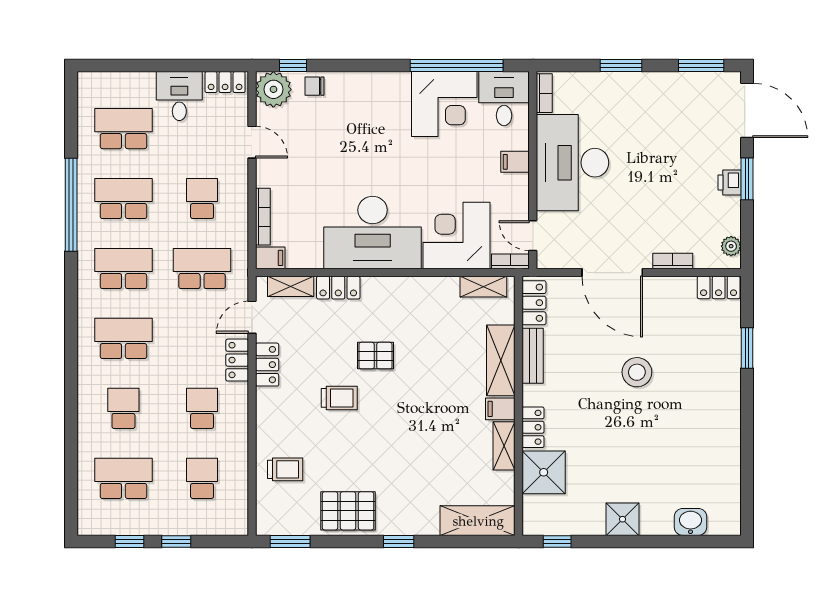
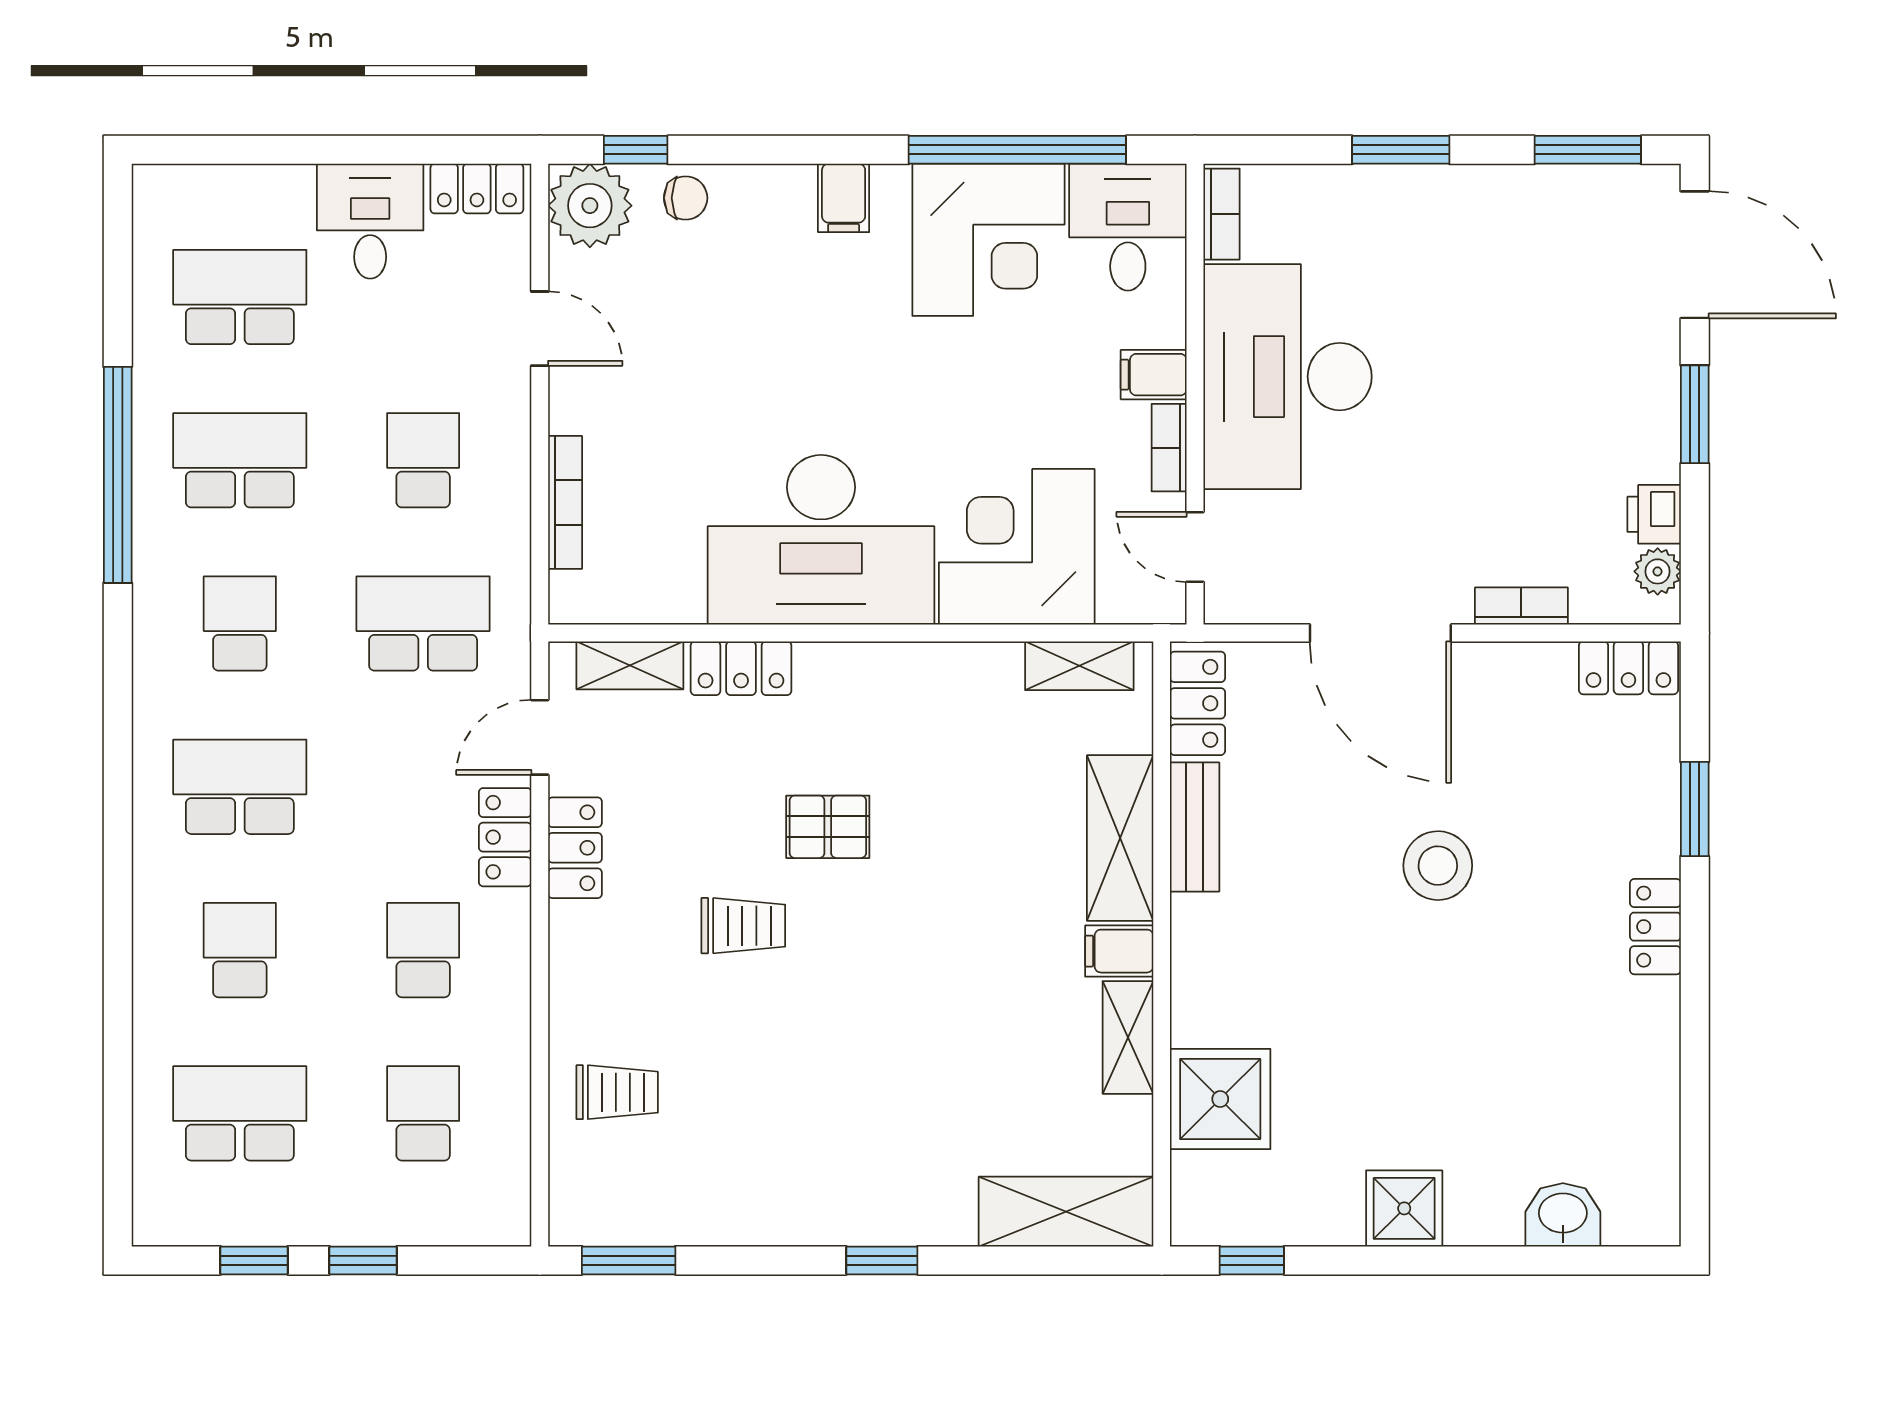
chair: (314, 86) -> (686, 198), turned 180
printer: (730, 182) -> (1654, 514), moved
filing cabinet: (270, 258) -> (844, 198), moved, turned 90
bookcase: (510, 261) -> (1169, 448), moved, turned -90
school desk: (123, 268) -> (240, 624), width x0.54
locker: (533, 427) -> (1655, 927), moved, turned 180
pallet: (348, 511) -> (764, 1189), removed

